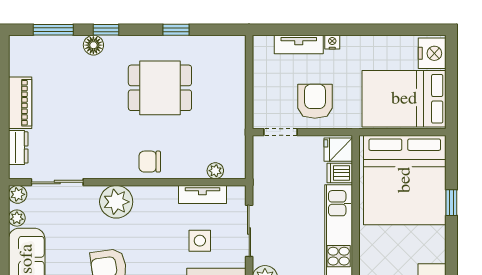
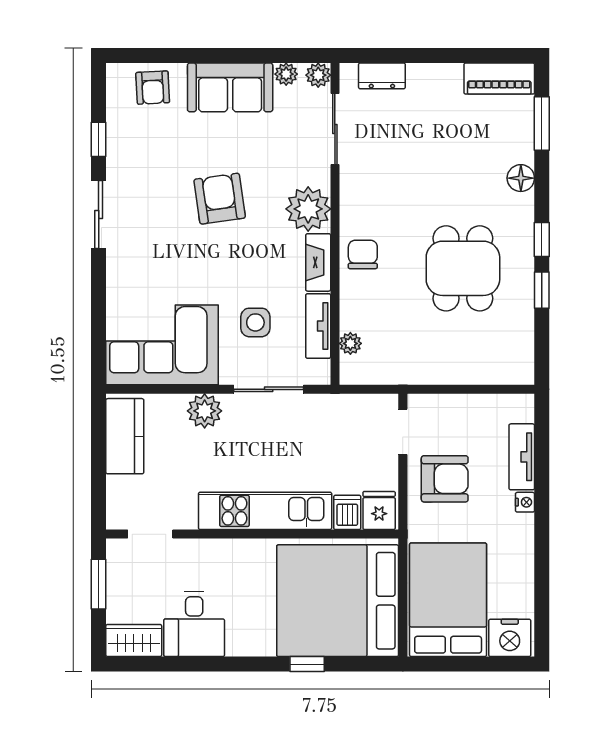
window: (106, 30) -> (542, 239), moved
piano: (20, 103) -> (499, 79), moved
fireplace: (156, 194) -> (318, 262), added

